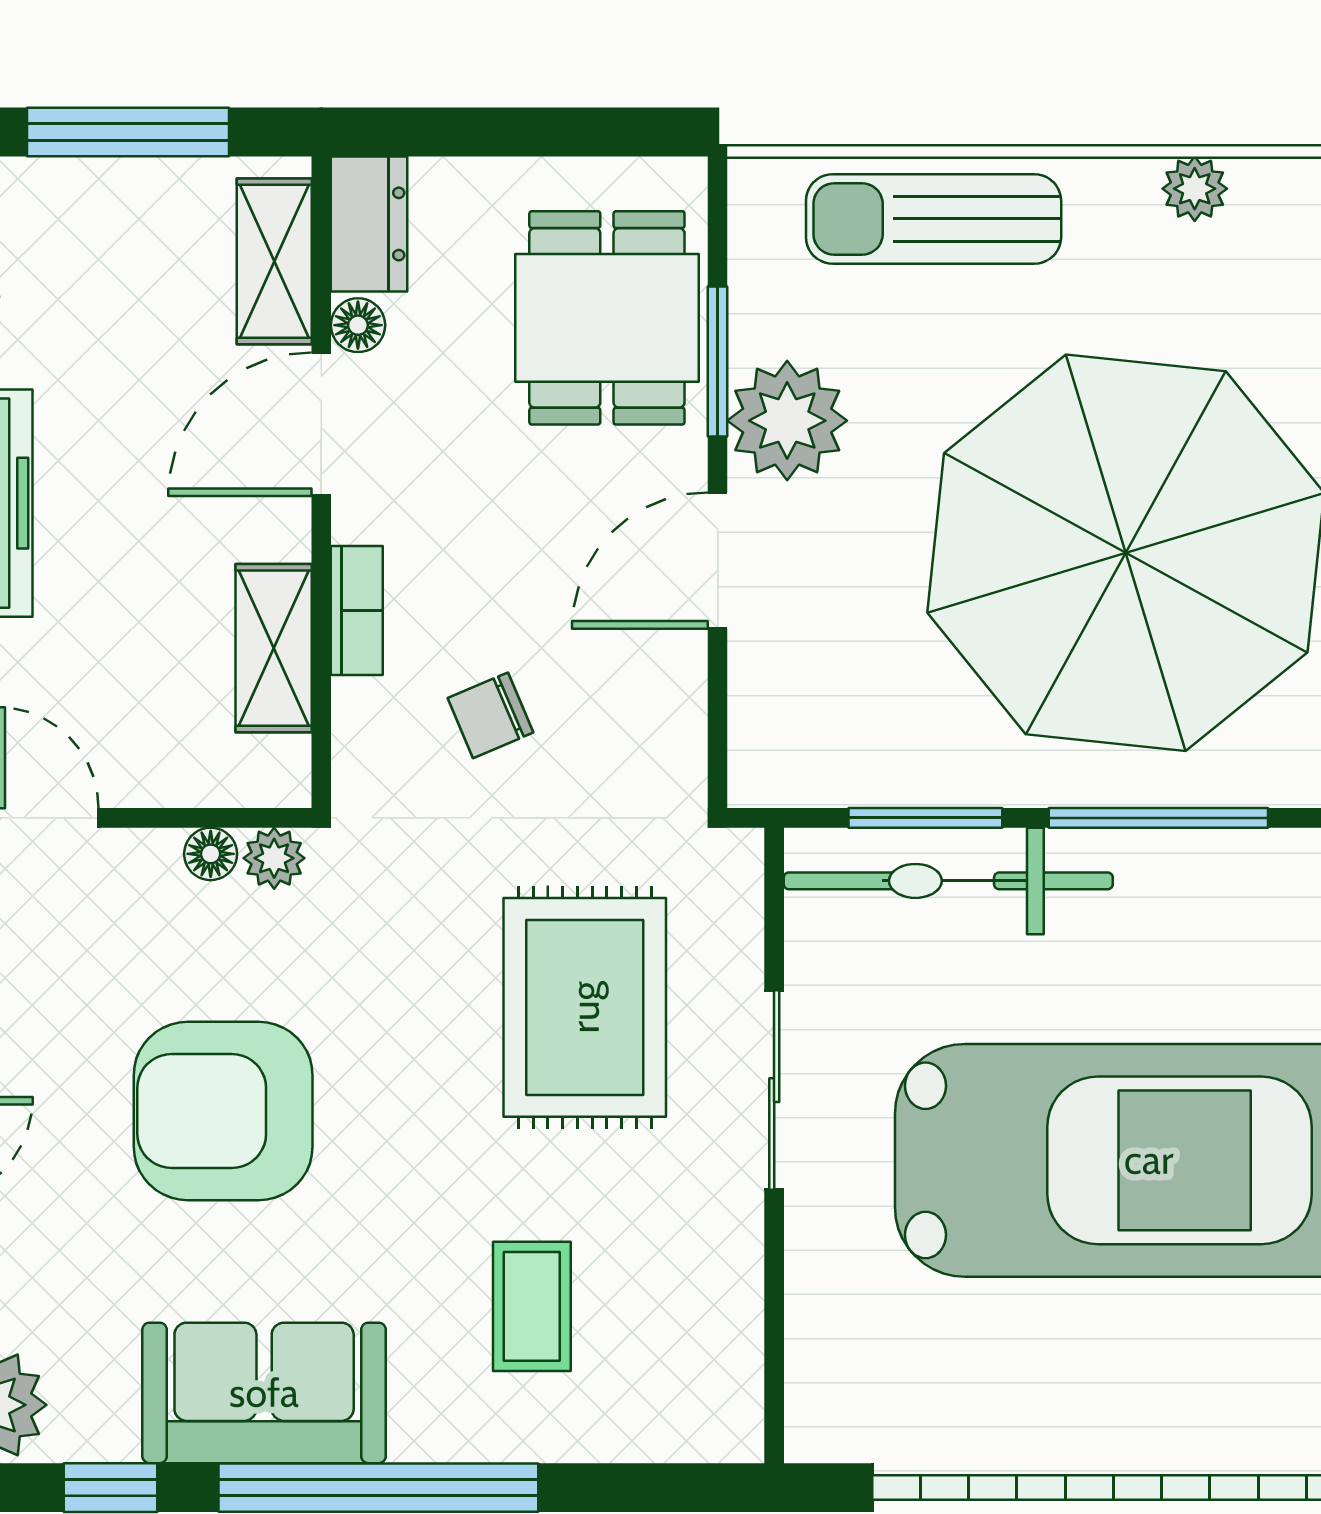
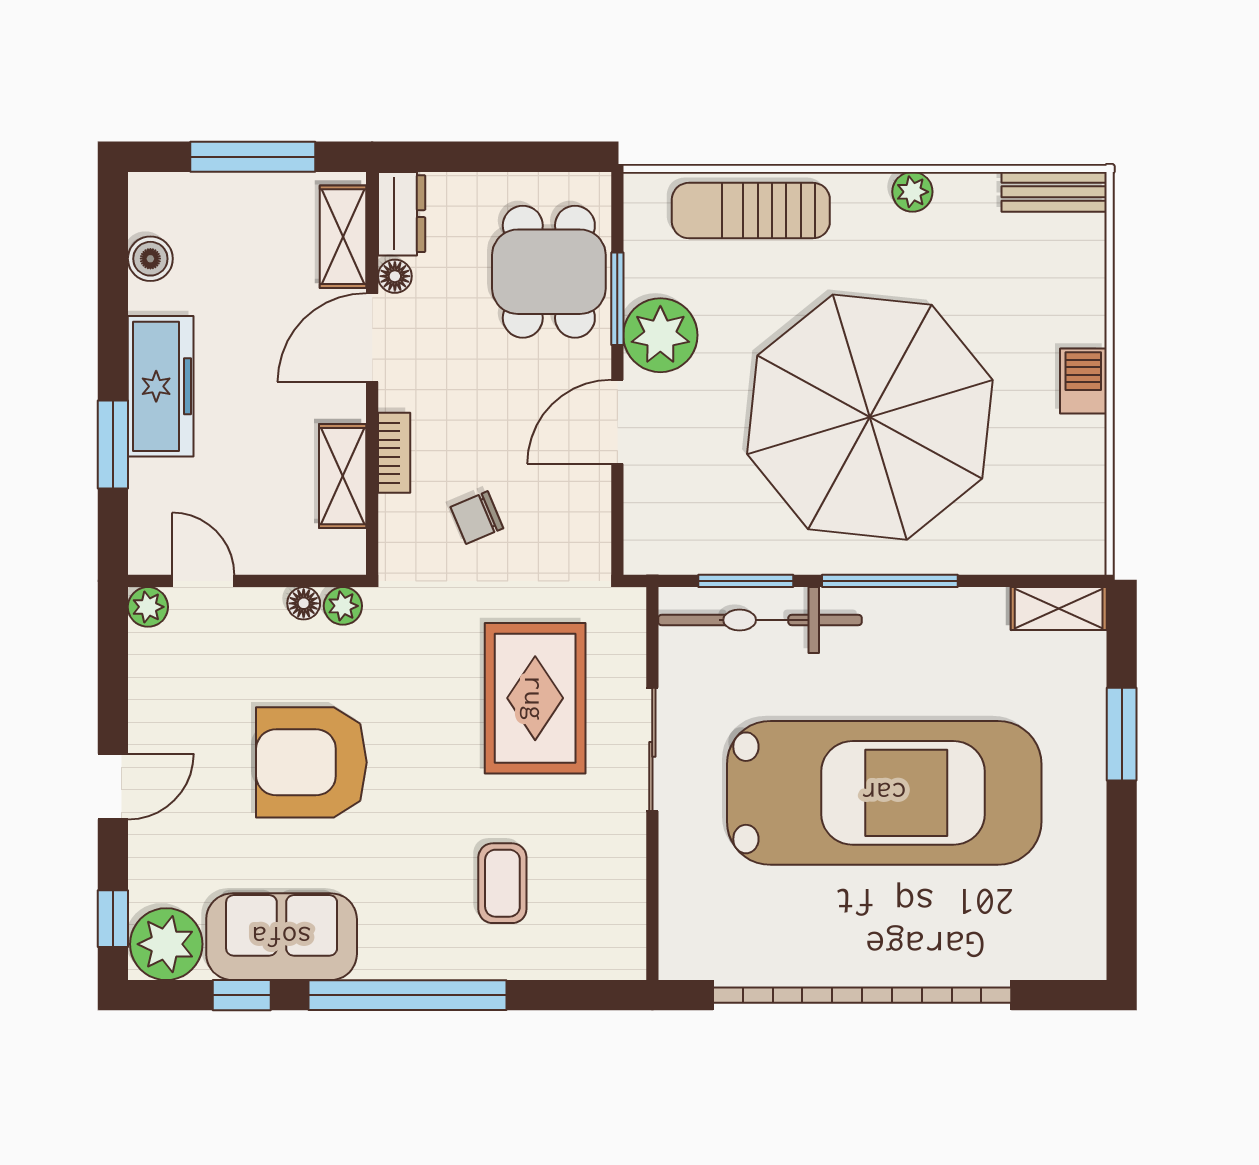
sofa: (264, 1393) -> (282, 937), moved

